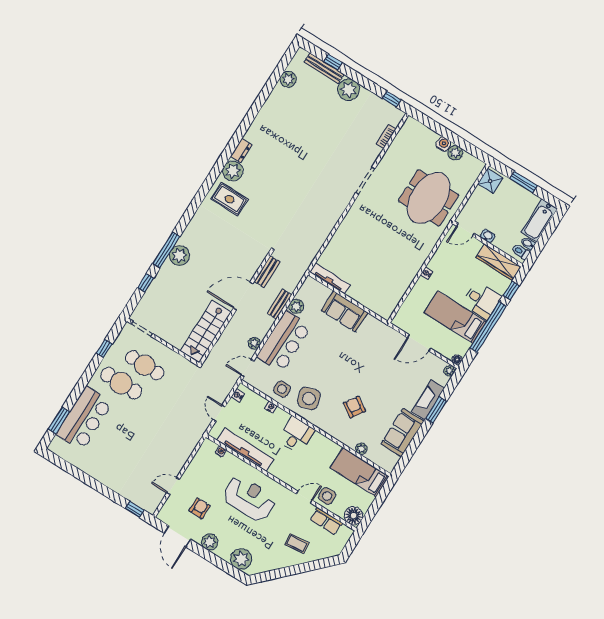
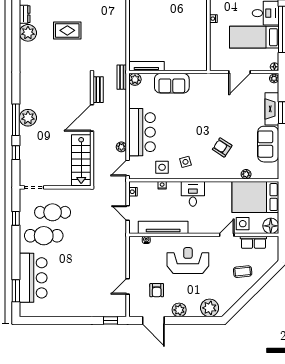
rug: (230, 199) -> (67, 30), moved
bench: (280, 304) -> (122, 77), moved
plant: (296, 306) -> (135, 79), moved
side table: (309, 398) -> (185, 162), width x0.54, depth x0.54
bed: (360, 472) -> (255, 197), width x1.50
armchair: (200, 508) -> (157, 290), turned 180

